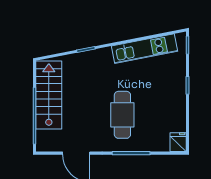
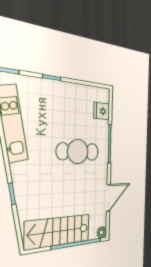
fridge: (178, 142) -> (102, 111), moved
plant: (42, 146) -> (102, 232), added

